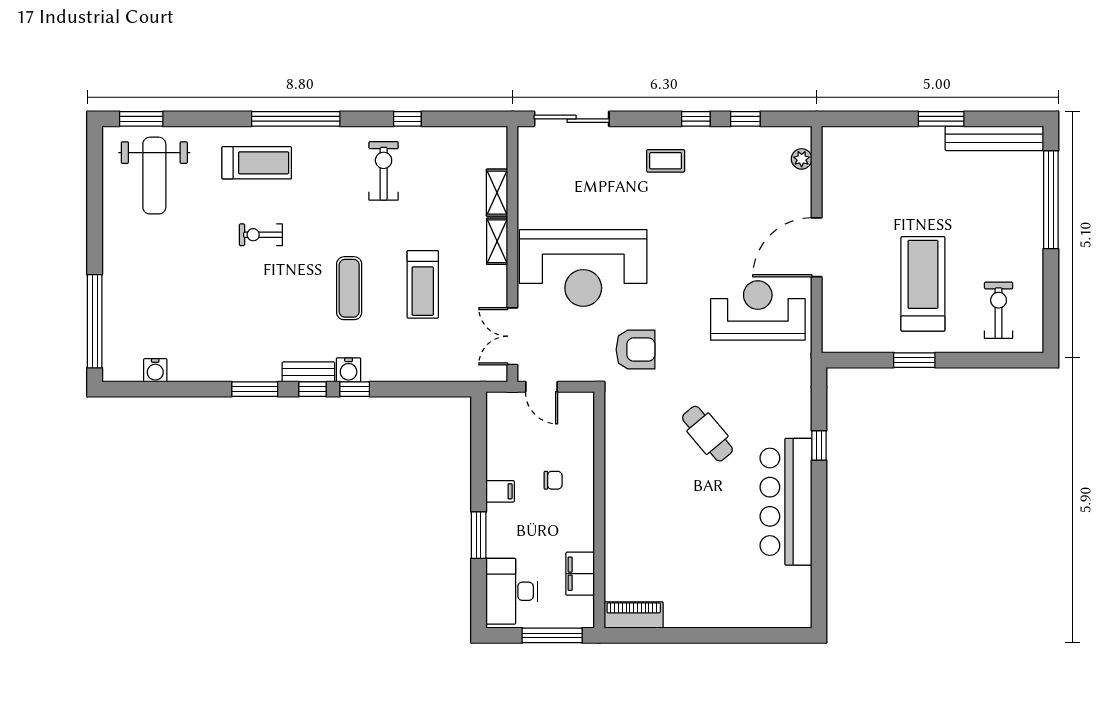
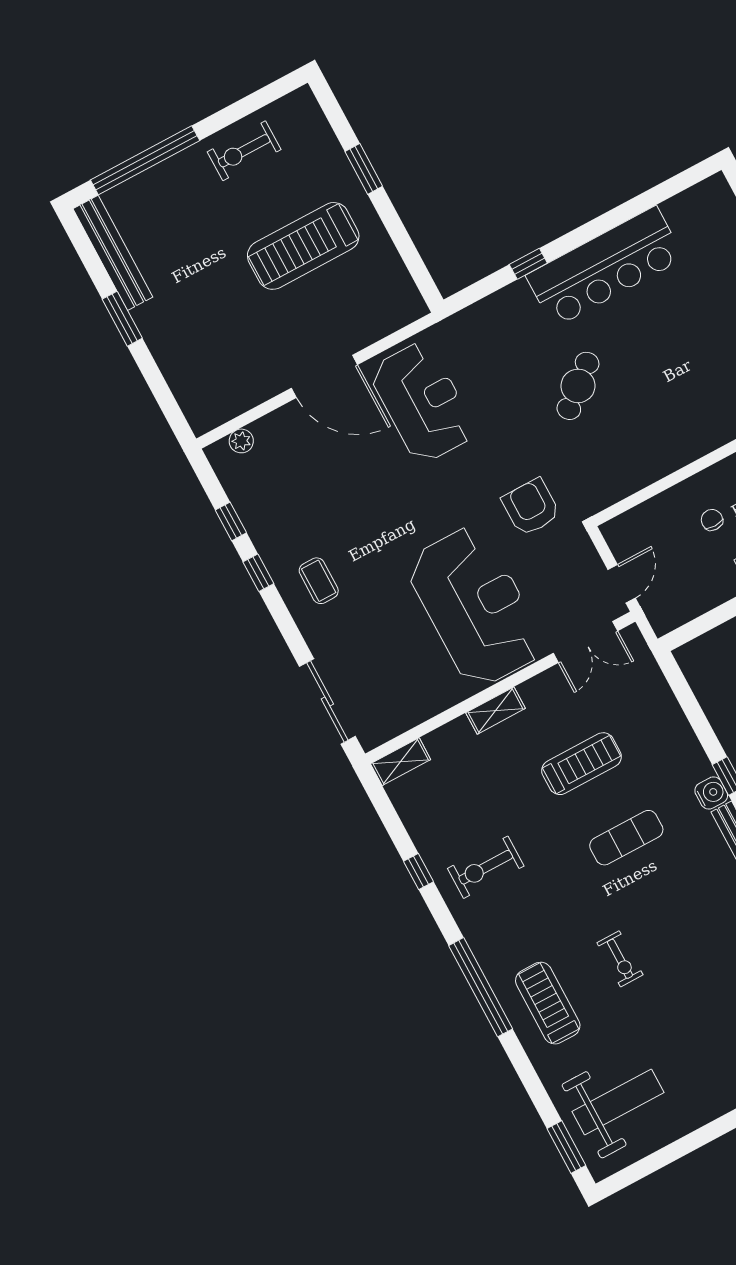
shelving: (497, 193) -> (401, 762), moved
exercise bike: (999, 310) -> (244, 151), moved
reception desk: (758, 311) -> (423, 402), turned 180
window: (914, 360) -> (364, 169), moved

